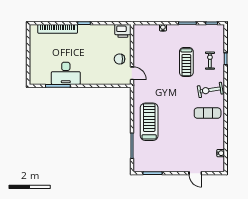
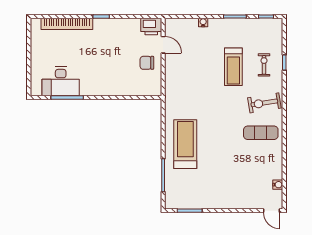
desk: (66, 73) -> (61, 81), moved
door: (132, 73) -> (163, 45), moved
door: (195, 173) -> (272, 211), moved

